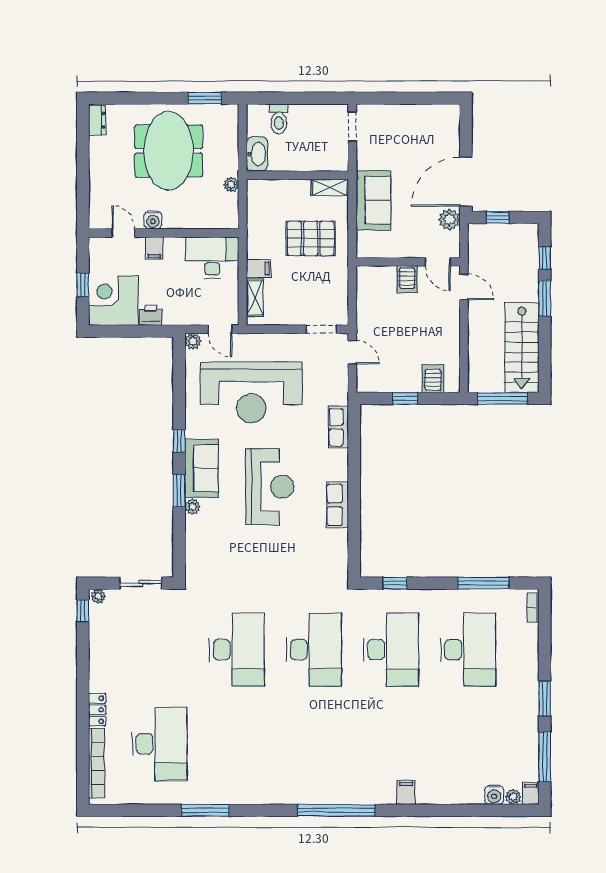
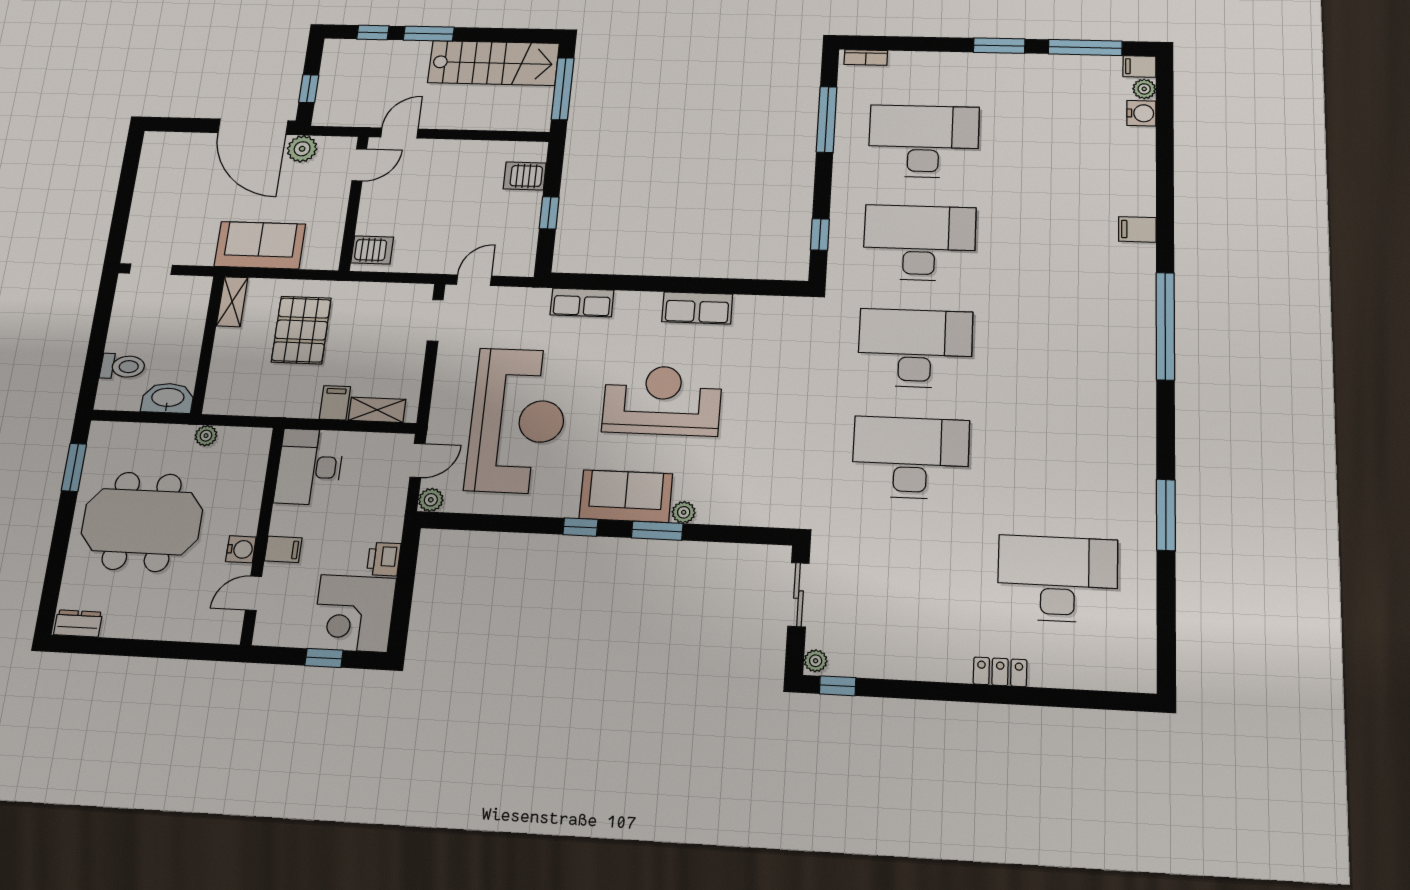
server rack: (407, 279) -> (372, 250), moved
bookcase: (96, 763) -> (1088, 678), removed

